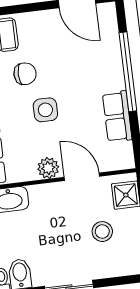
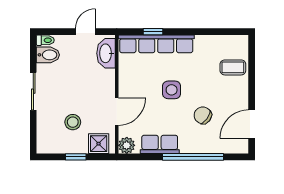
chair: (25, 74) -> (203, 115), moved, turned 126
plant: (48, 168) -> (127, 145), moved

